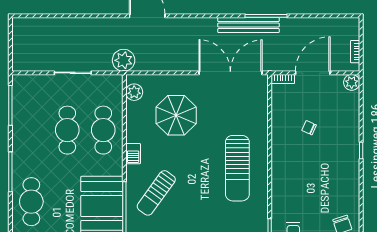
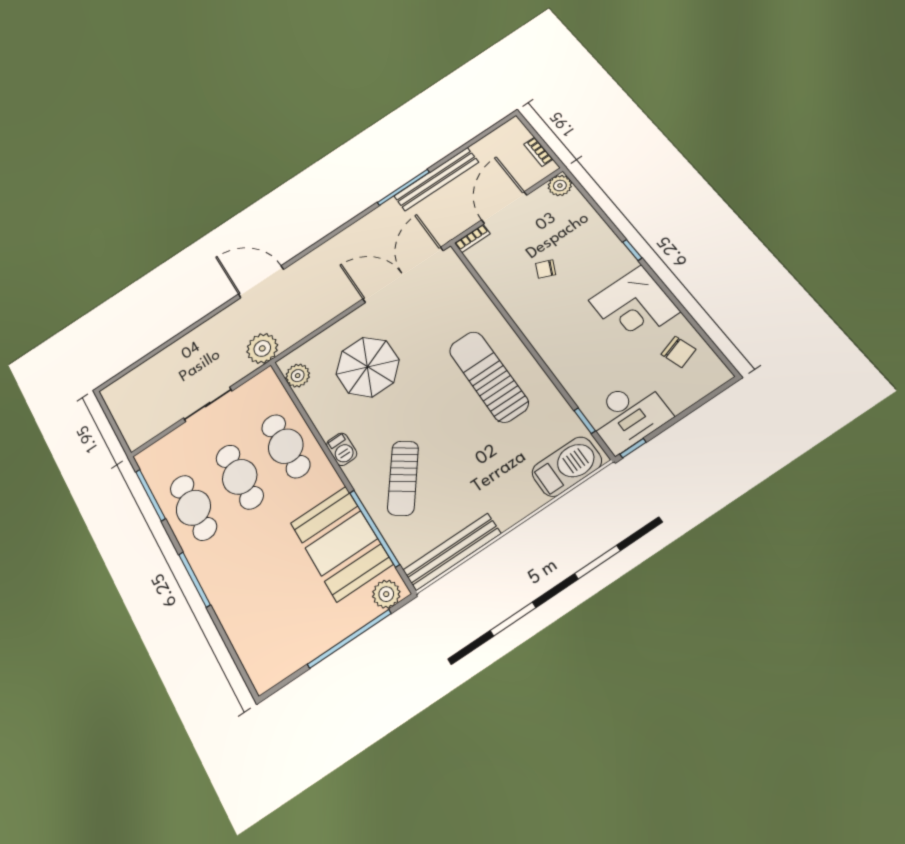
bench: (248, 25) -> (436, 179), moved
sun lounger: (237, 168) -> (489, 377), turned 180
corner desk: (339, 183) -> (634, 306), added
cafe table: (31, 202) -> (193, 508), moved

